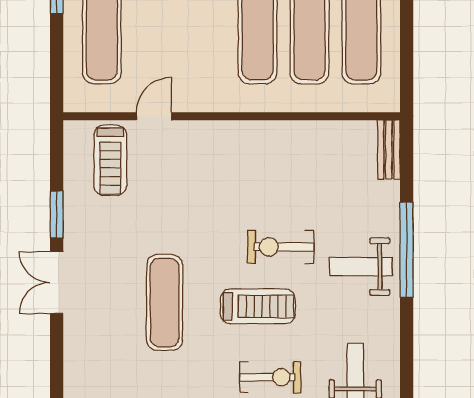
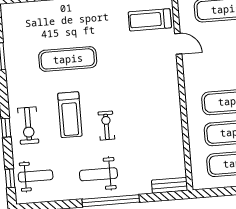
exercise bike: (281, 247) -> (106, 126), width x0.73, depth x0.72
weight bench: (361, 267) -> (98, 174), turned -90

